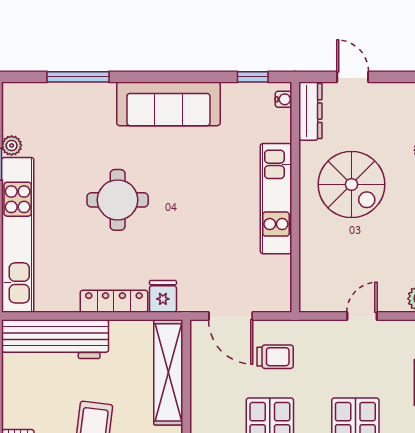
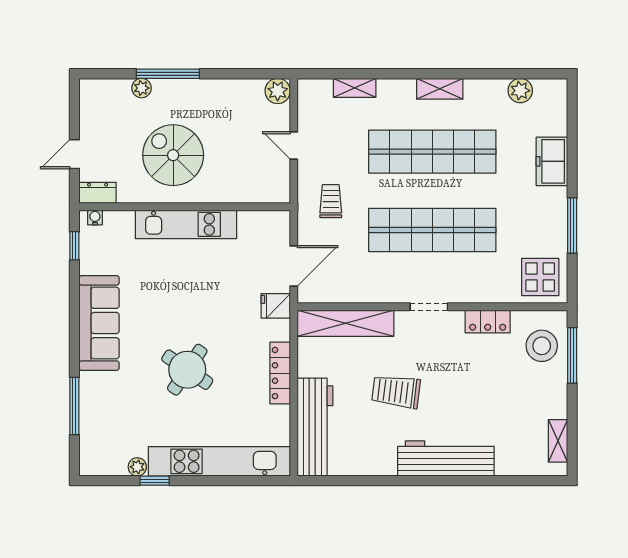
dresser: (310, 111) -> (98, 193), width x0.70
spiral stairs: (351, 184) -> (173, 155), turned -90
round table: (118, 200) -> (187, 370), turned 34
fridge: (163, 296) -> (276, 306), moved
trolley: (275, 357) -> (331, 201), moved

